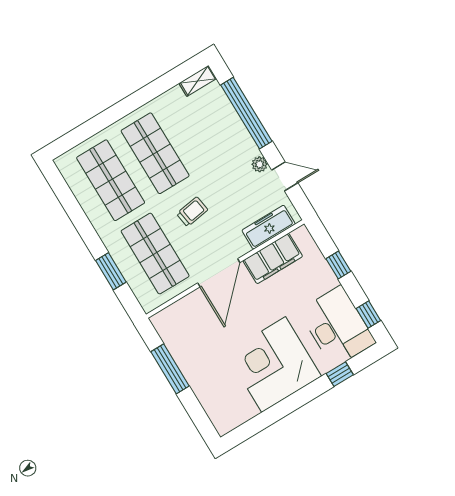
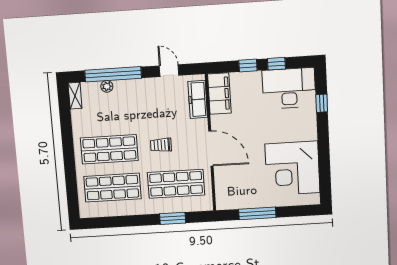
plant: (260, 164) -> (107, 86), moved
door: (285, 176) -> (169, 71), hinge flipped
trolley: (192, 212) -> (161, 145), turned -81
filing cabinet: (273, 259) -> (219, 94), moved
window: (368, 315) -> (276, 64), moved
corner desk: (274, 365) -> (292, 168), moved

